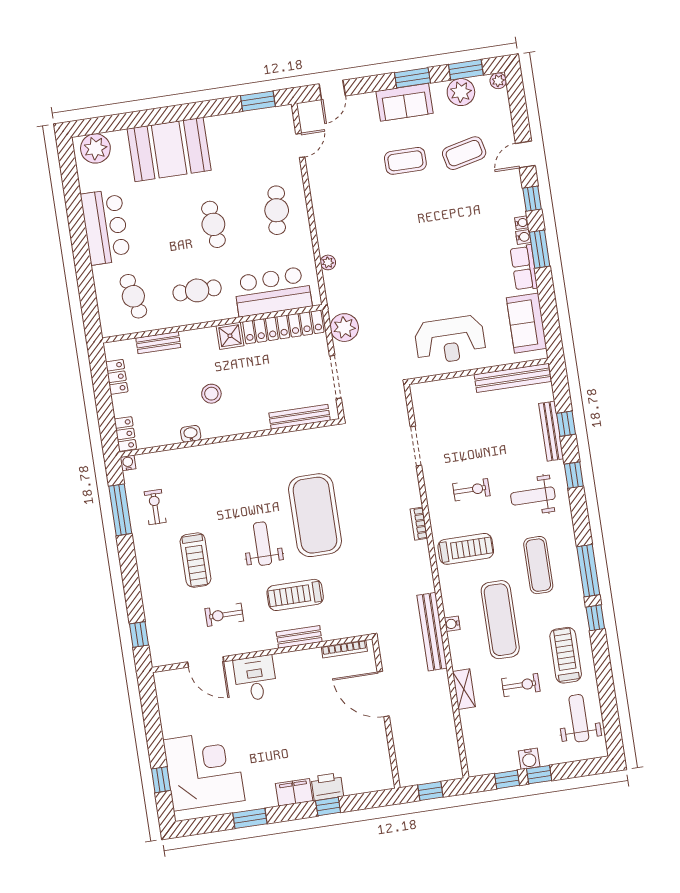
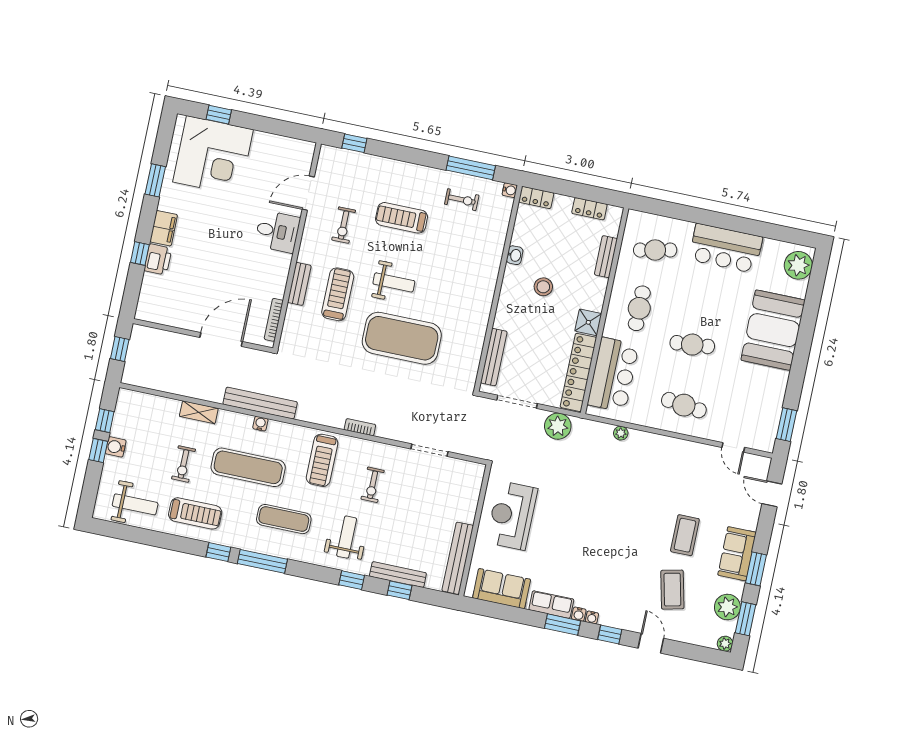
exercise bike: (224, 615) -> (344, 225), turned 180

